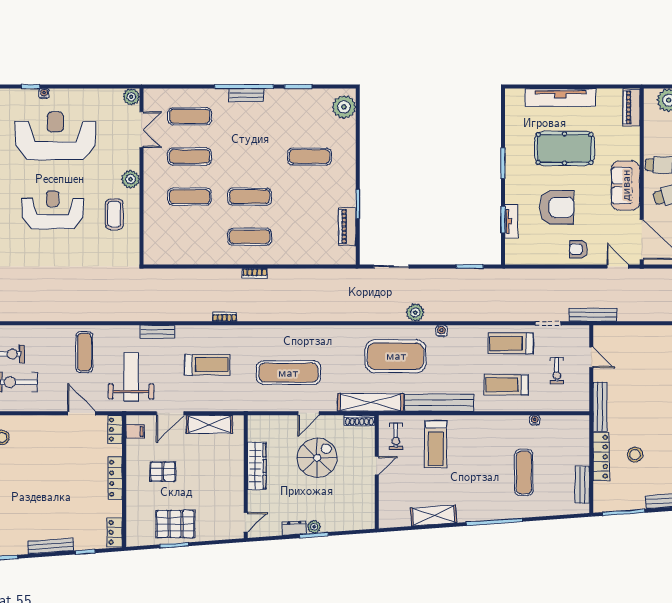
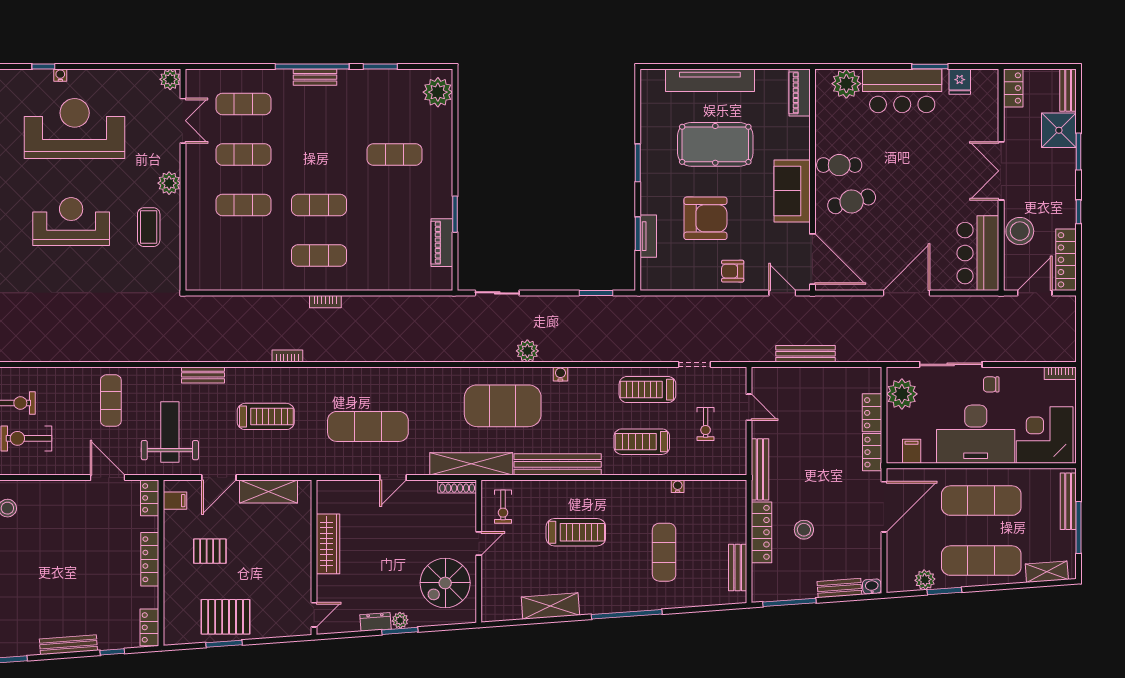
bench: (593, 315) -> (806, 354), moved
treadmill: (436, 444) -> (576, 532), moved, turned -90
spiral stairs: (317, 458) -> (445, 583), moved, turned 180

